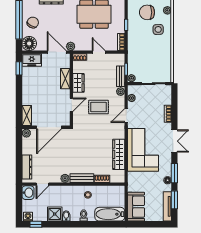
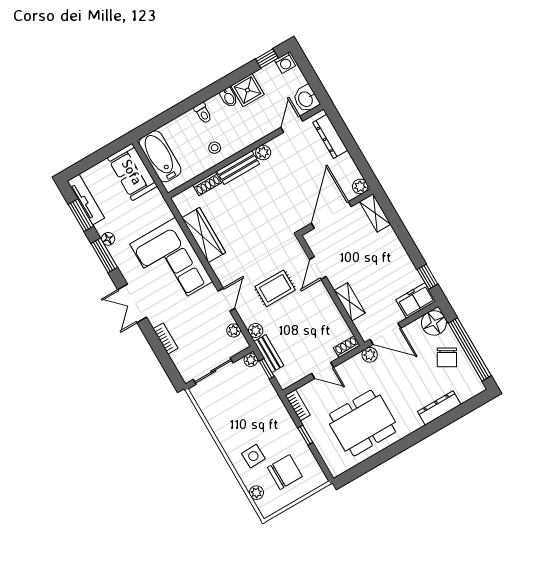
wardrobe: (78, 83) -> (326, 307), removed
bathtub: (110, 214) -> (160, 156), moved, turned -90

